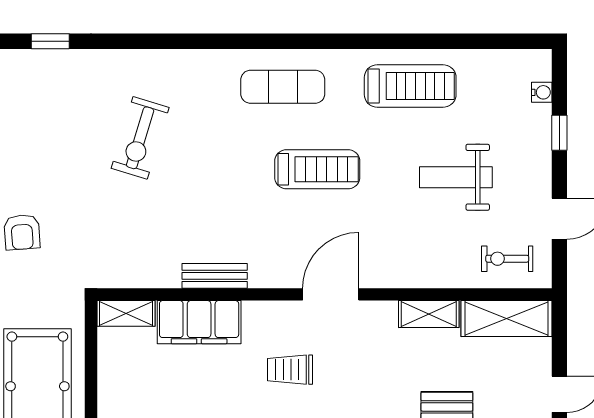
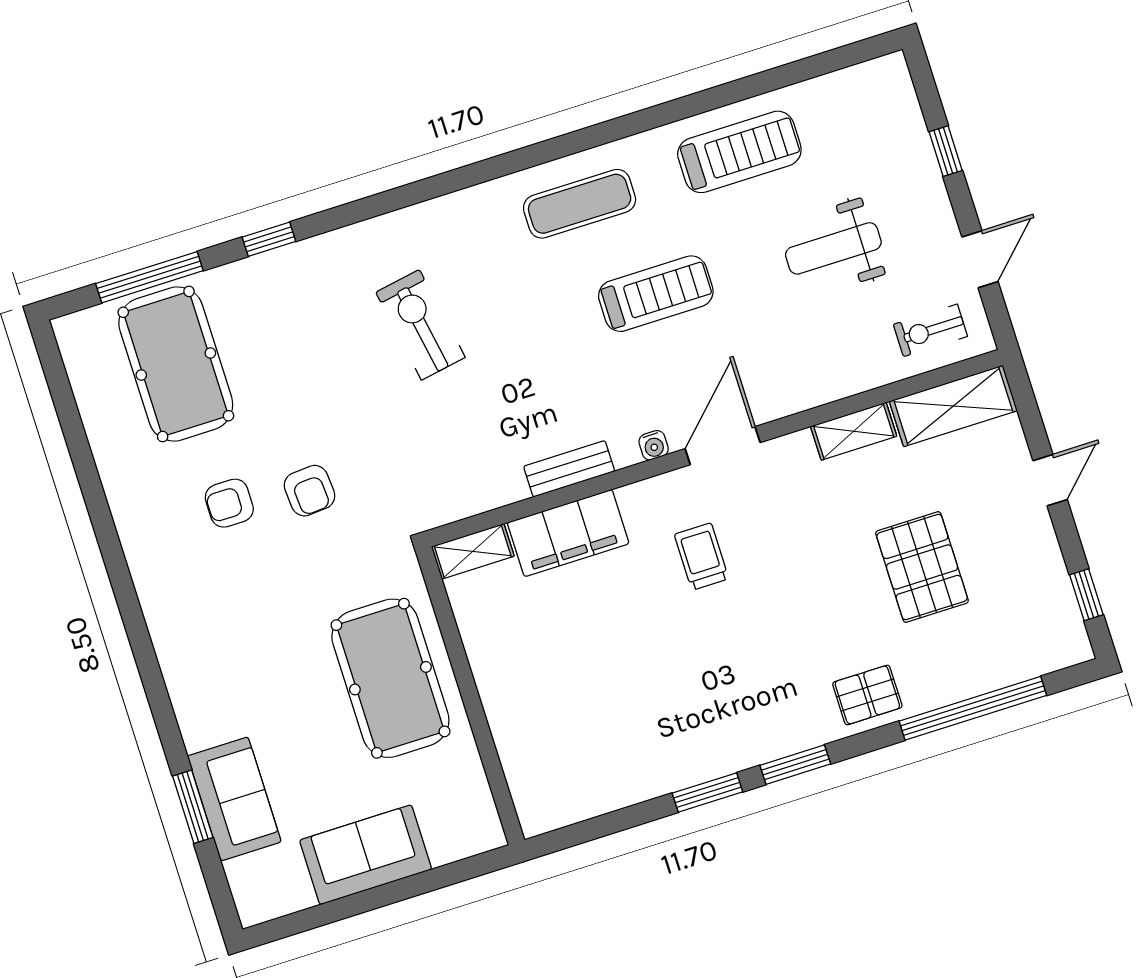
water cooler: (542, 92) -> (654, 445), moved, turned 90
exercise bike: (140, 138) -> (420, 325), turned 153
trolley: (290, 370) -> (701, 556), turned 90

